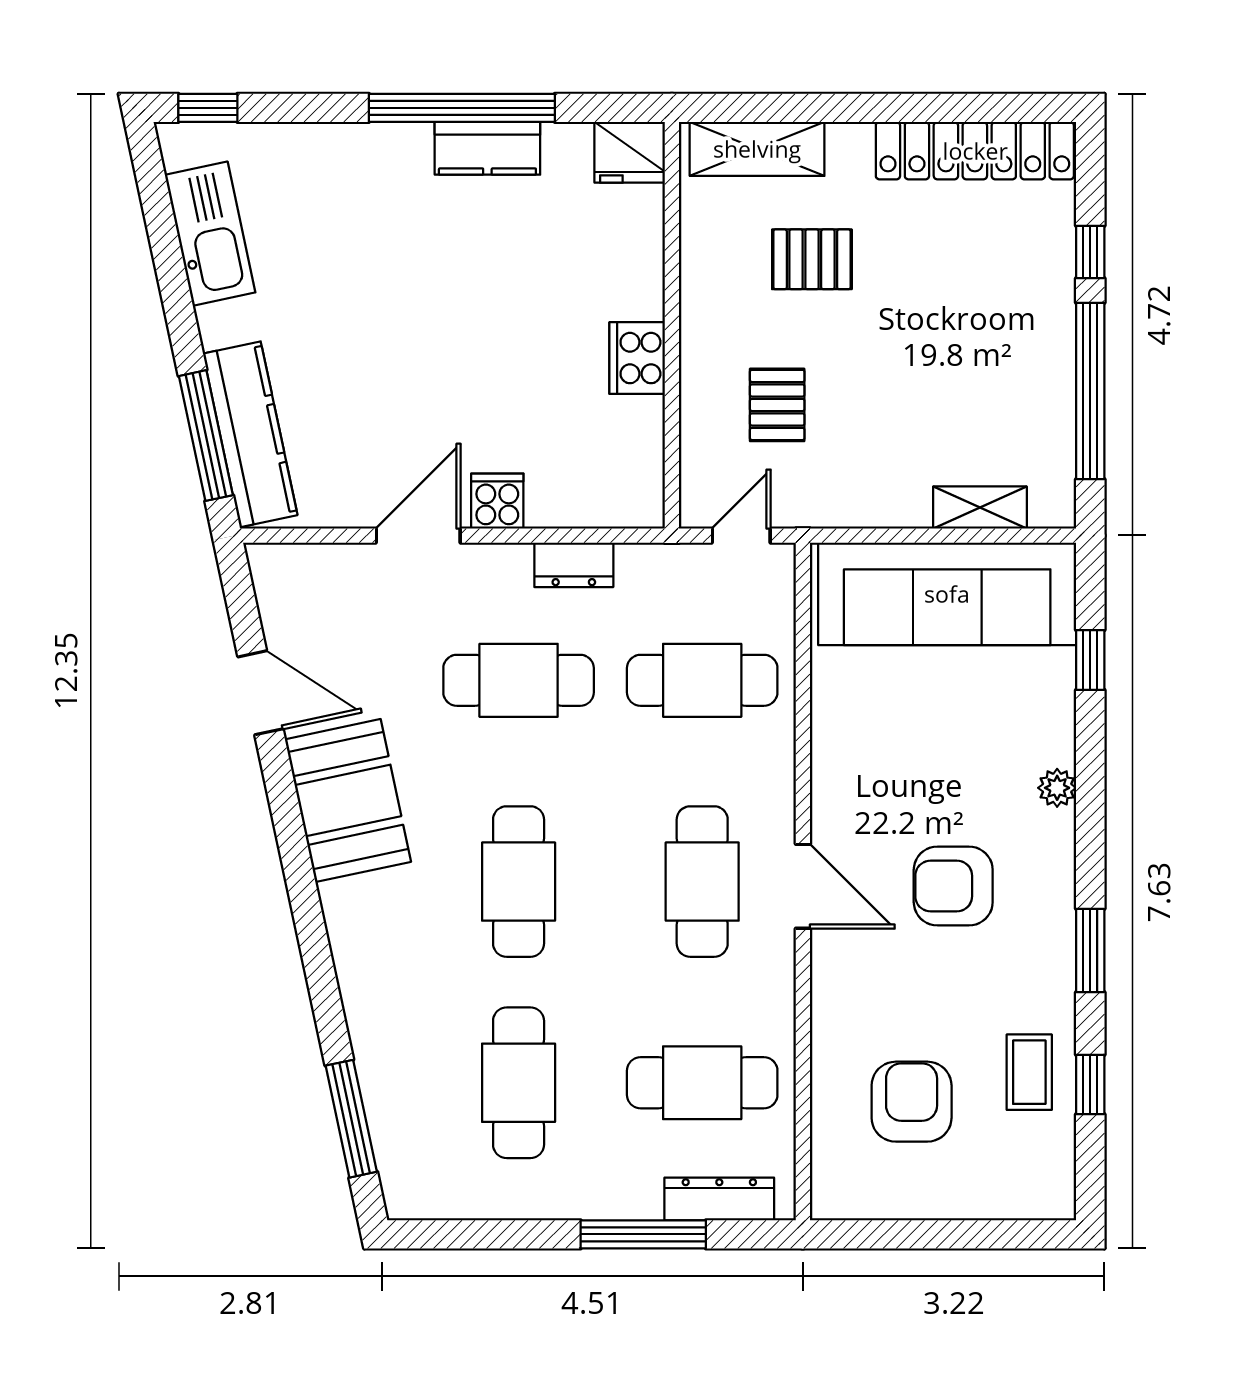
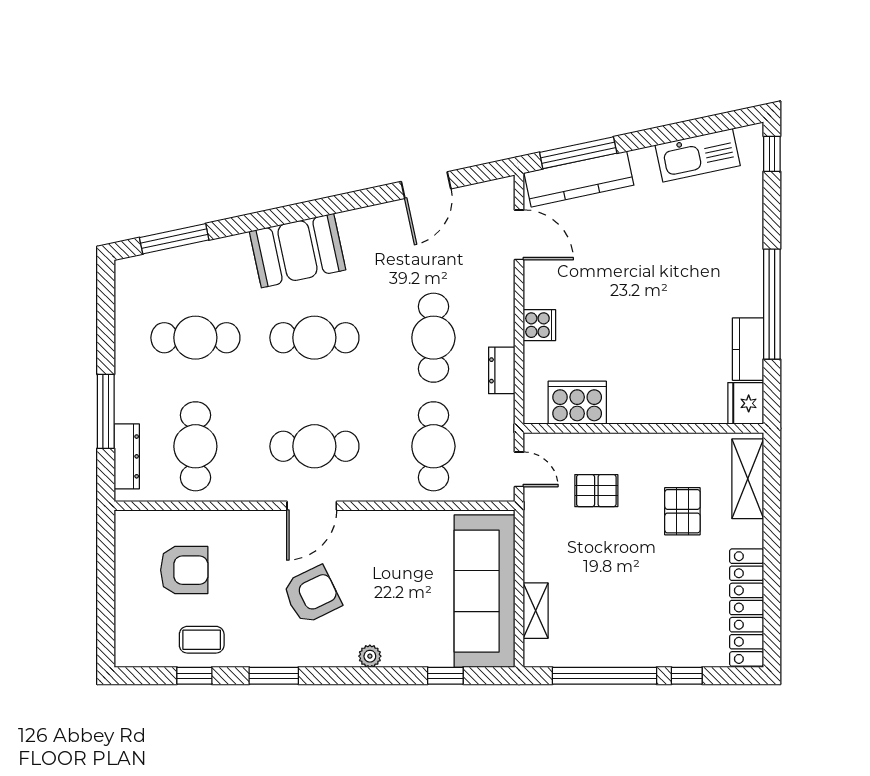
kitchen counter: (487, 148) -> (748, 349), moved
cooker: (637, 358) -> (577, 403), moved, width x1.37, depth x1.31
door: (418, 536) -> (519, 235), moved
booth: (348, 801) -> (298, 251), moved
armchair: (953, 886) -> (312, 595), turned 64

